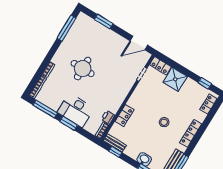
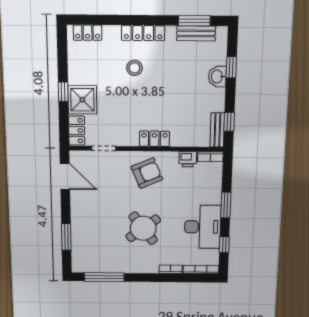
round table: (83, 69) -> (143, 228), turned -37
window: (205, 83) -> (63, 92), moved
armchair: (114, 90) -> (147, 173), added
window: (45, 109) -> (224, 245), width x0.46
desk: (76, 110) -> (203, 227), moved
locker: (124, 115) -> (154, 139), moved
stool: (164, 122) -> (134, 68), moved

